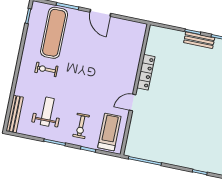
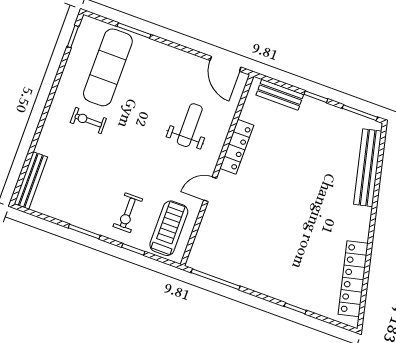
door: (100, 13) -> (226, 64), moved
bench: (199, 40) -> (280, 95), moved
weight bench: (47, 112) -> (190, 125), moved

